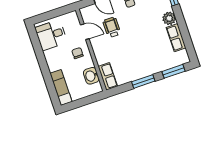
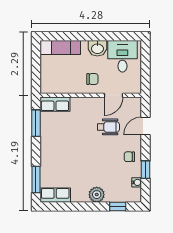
row of seats: (176, 38) -> (55, 195), moved
washbasin: (91, 76) -> (97, 48), moved, turned 180
window: (143, 81) -> (36, 123), moved

